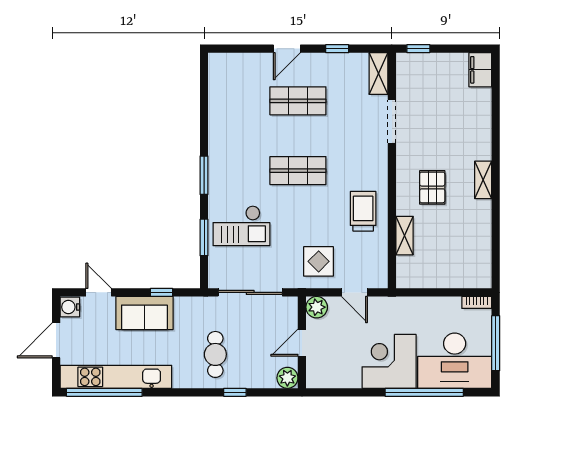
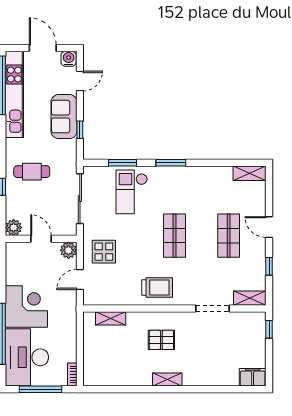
shelving: (218, 74) -> (250, 173), added
trolley: (363, 211) -> (157, 288), moved
shelving: (404, 236) -> (111, 318), moved

